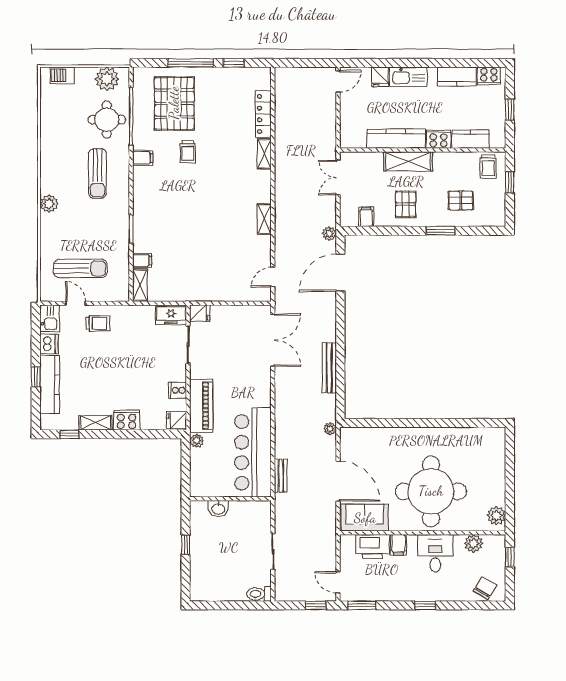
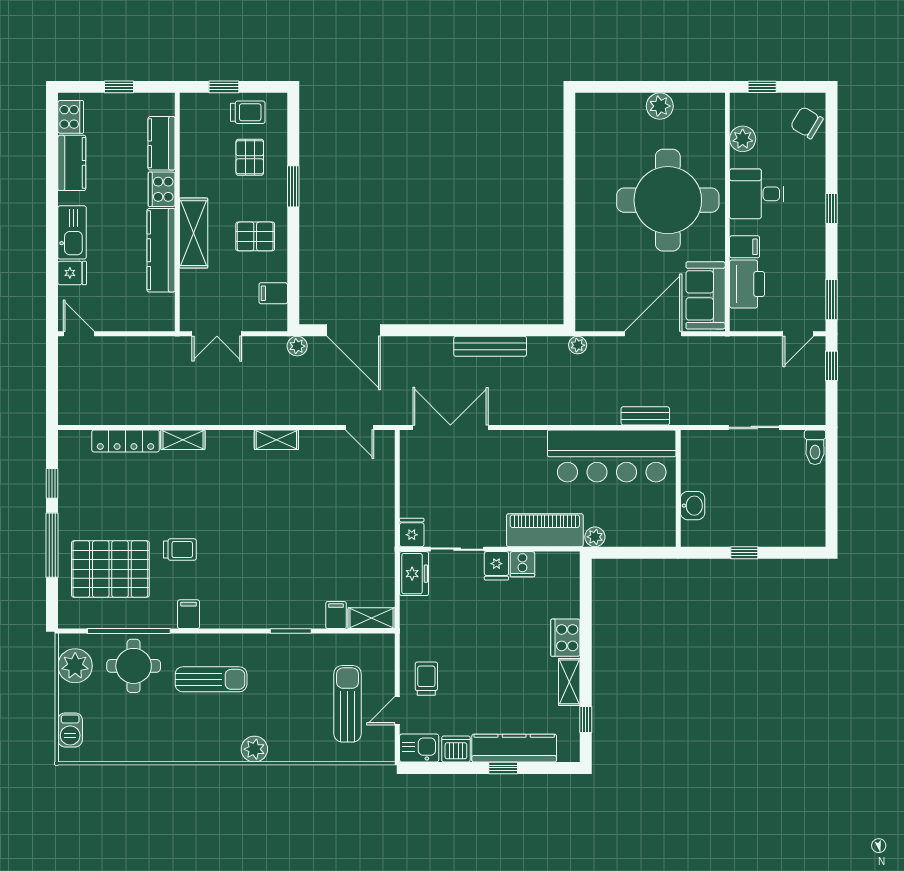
trolley: (488, 167) -> (248, 112), moved
fridge: (176, 420) -> (496, 566), moved
plant: (496, 516) -> (660, 106), moved

